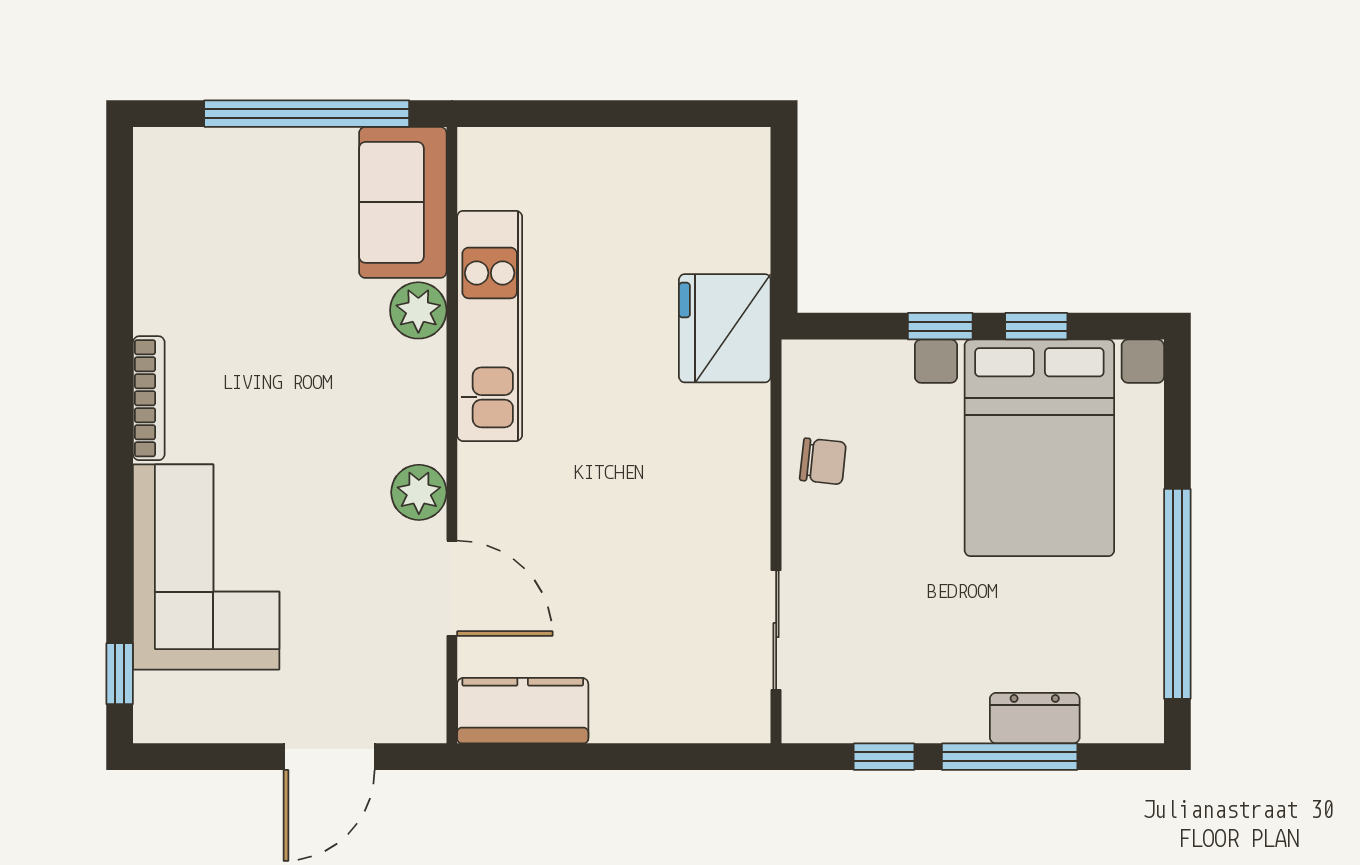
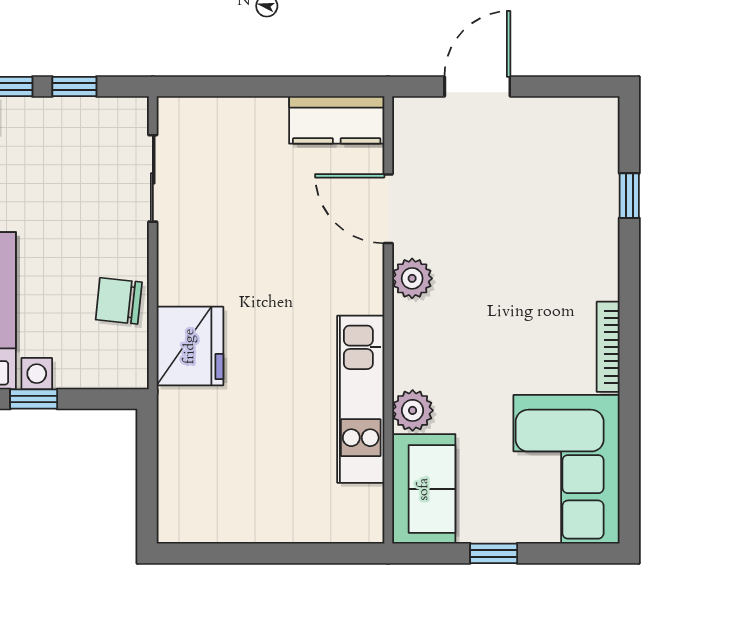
window: (307, 114) -> (494, 553), width x0.32
fridge: (725, 328) -> (190, 346), moved
chair: (823, 461) -> (119, 301), width x1.37, depth x1.37
corner sofa: (206, 567) -> (567, 469), moved
window: (120, 674) -> (629, 196), moved

